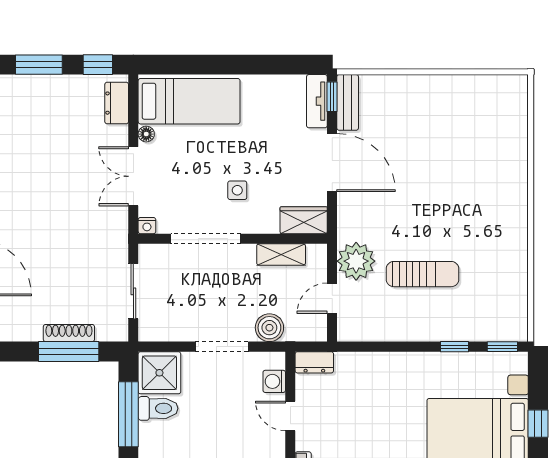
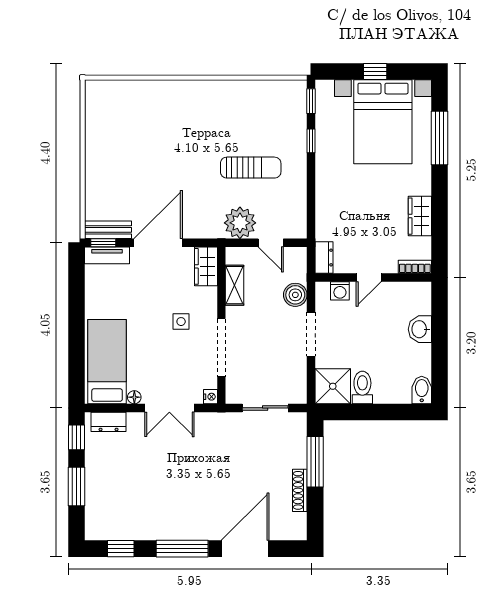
sun lounger: (423, 274) -> (251, 168), turned 90
shoe rack: (69, 333) -> (300, 490), moved
window: (128, 414) -> (367, 412), removed

